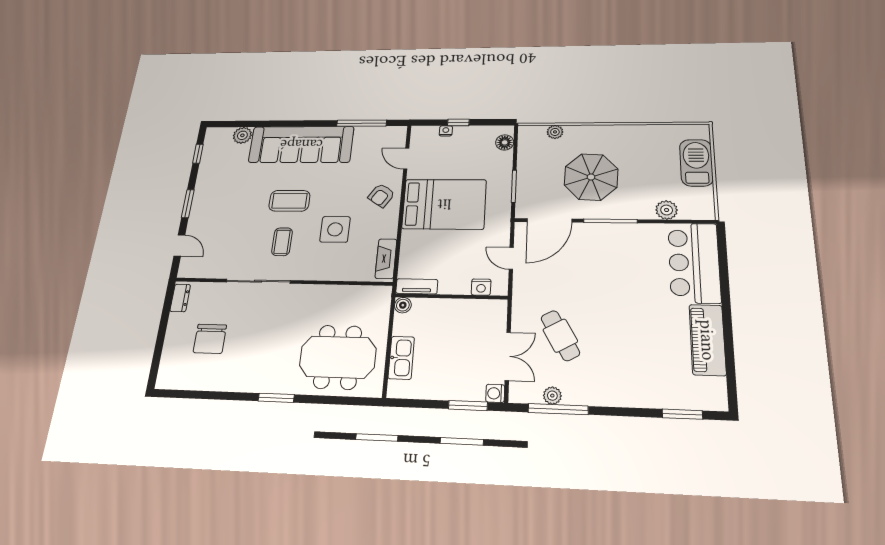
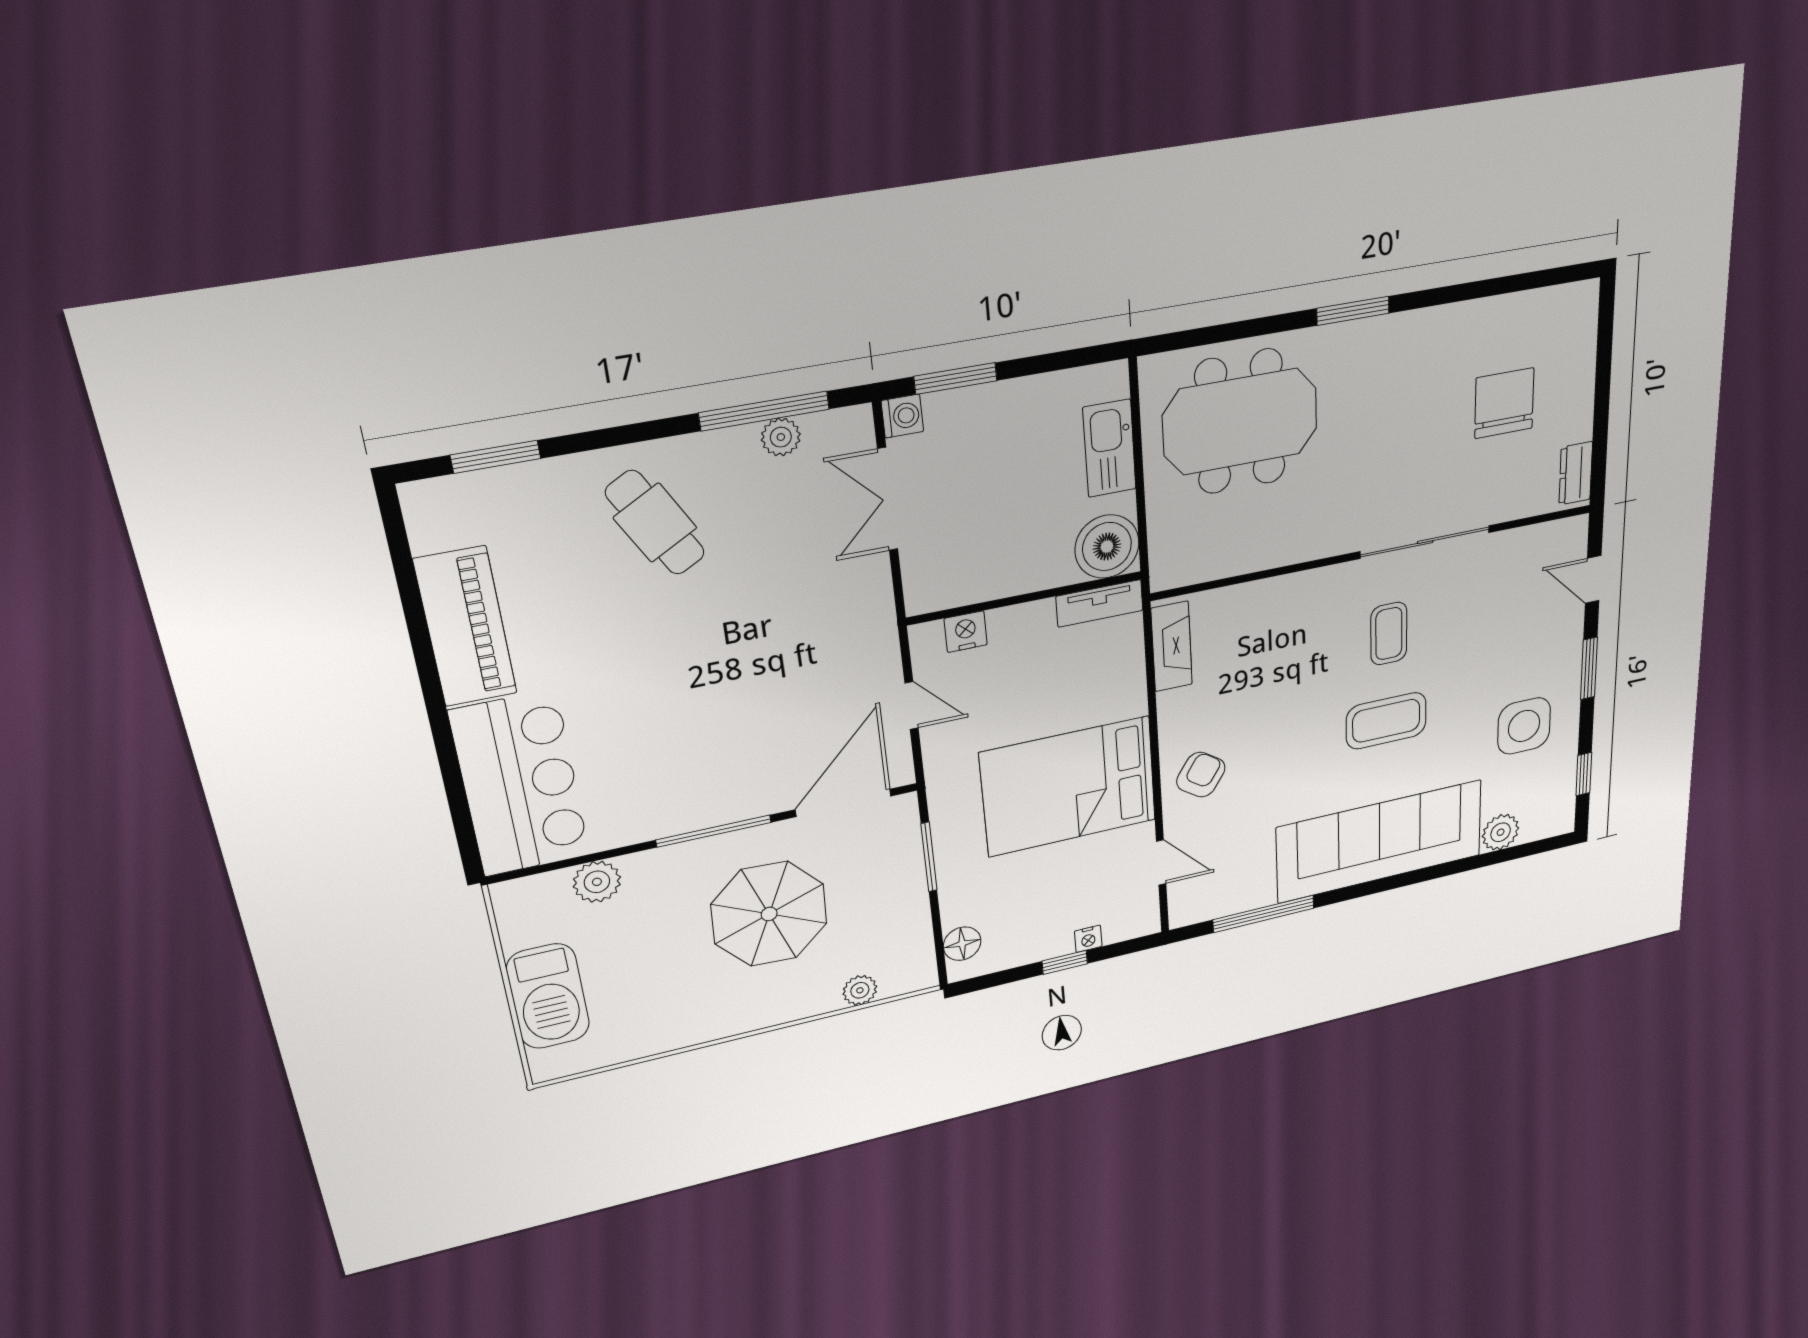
side table: (335, 229) -> (1524, 726), moved
boiler: (403, 305) -> (1107, 547), width x1.86, depth x1.86
cafe table: (560, 336) -> (655, 523), moved

